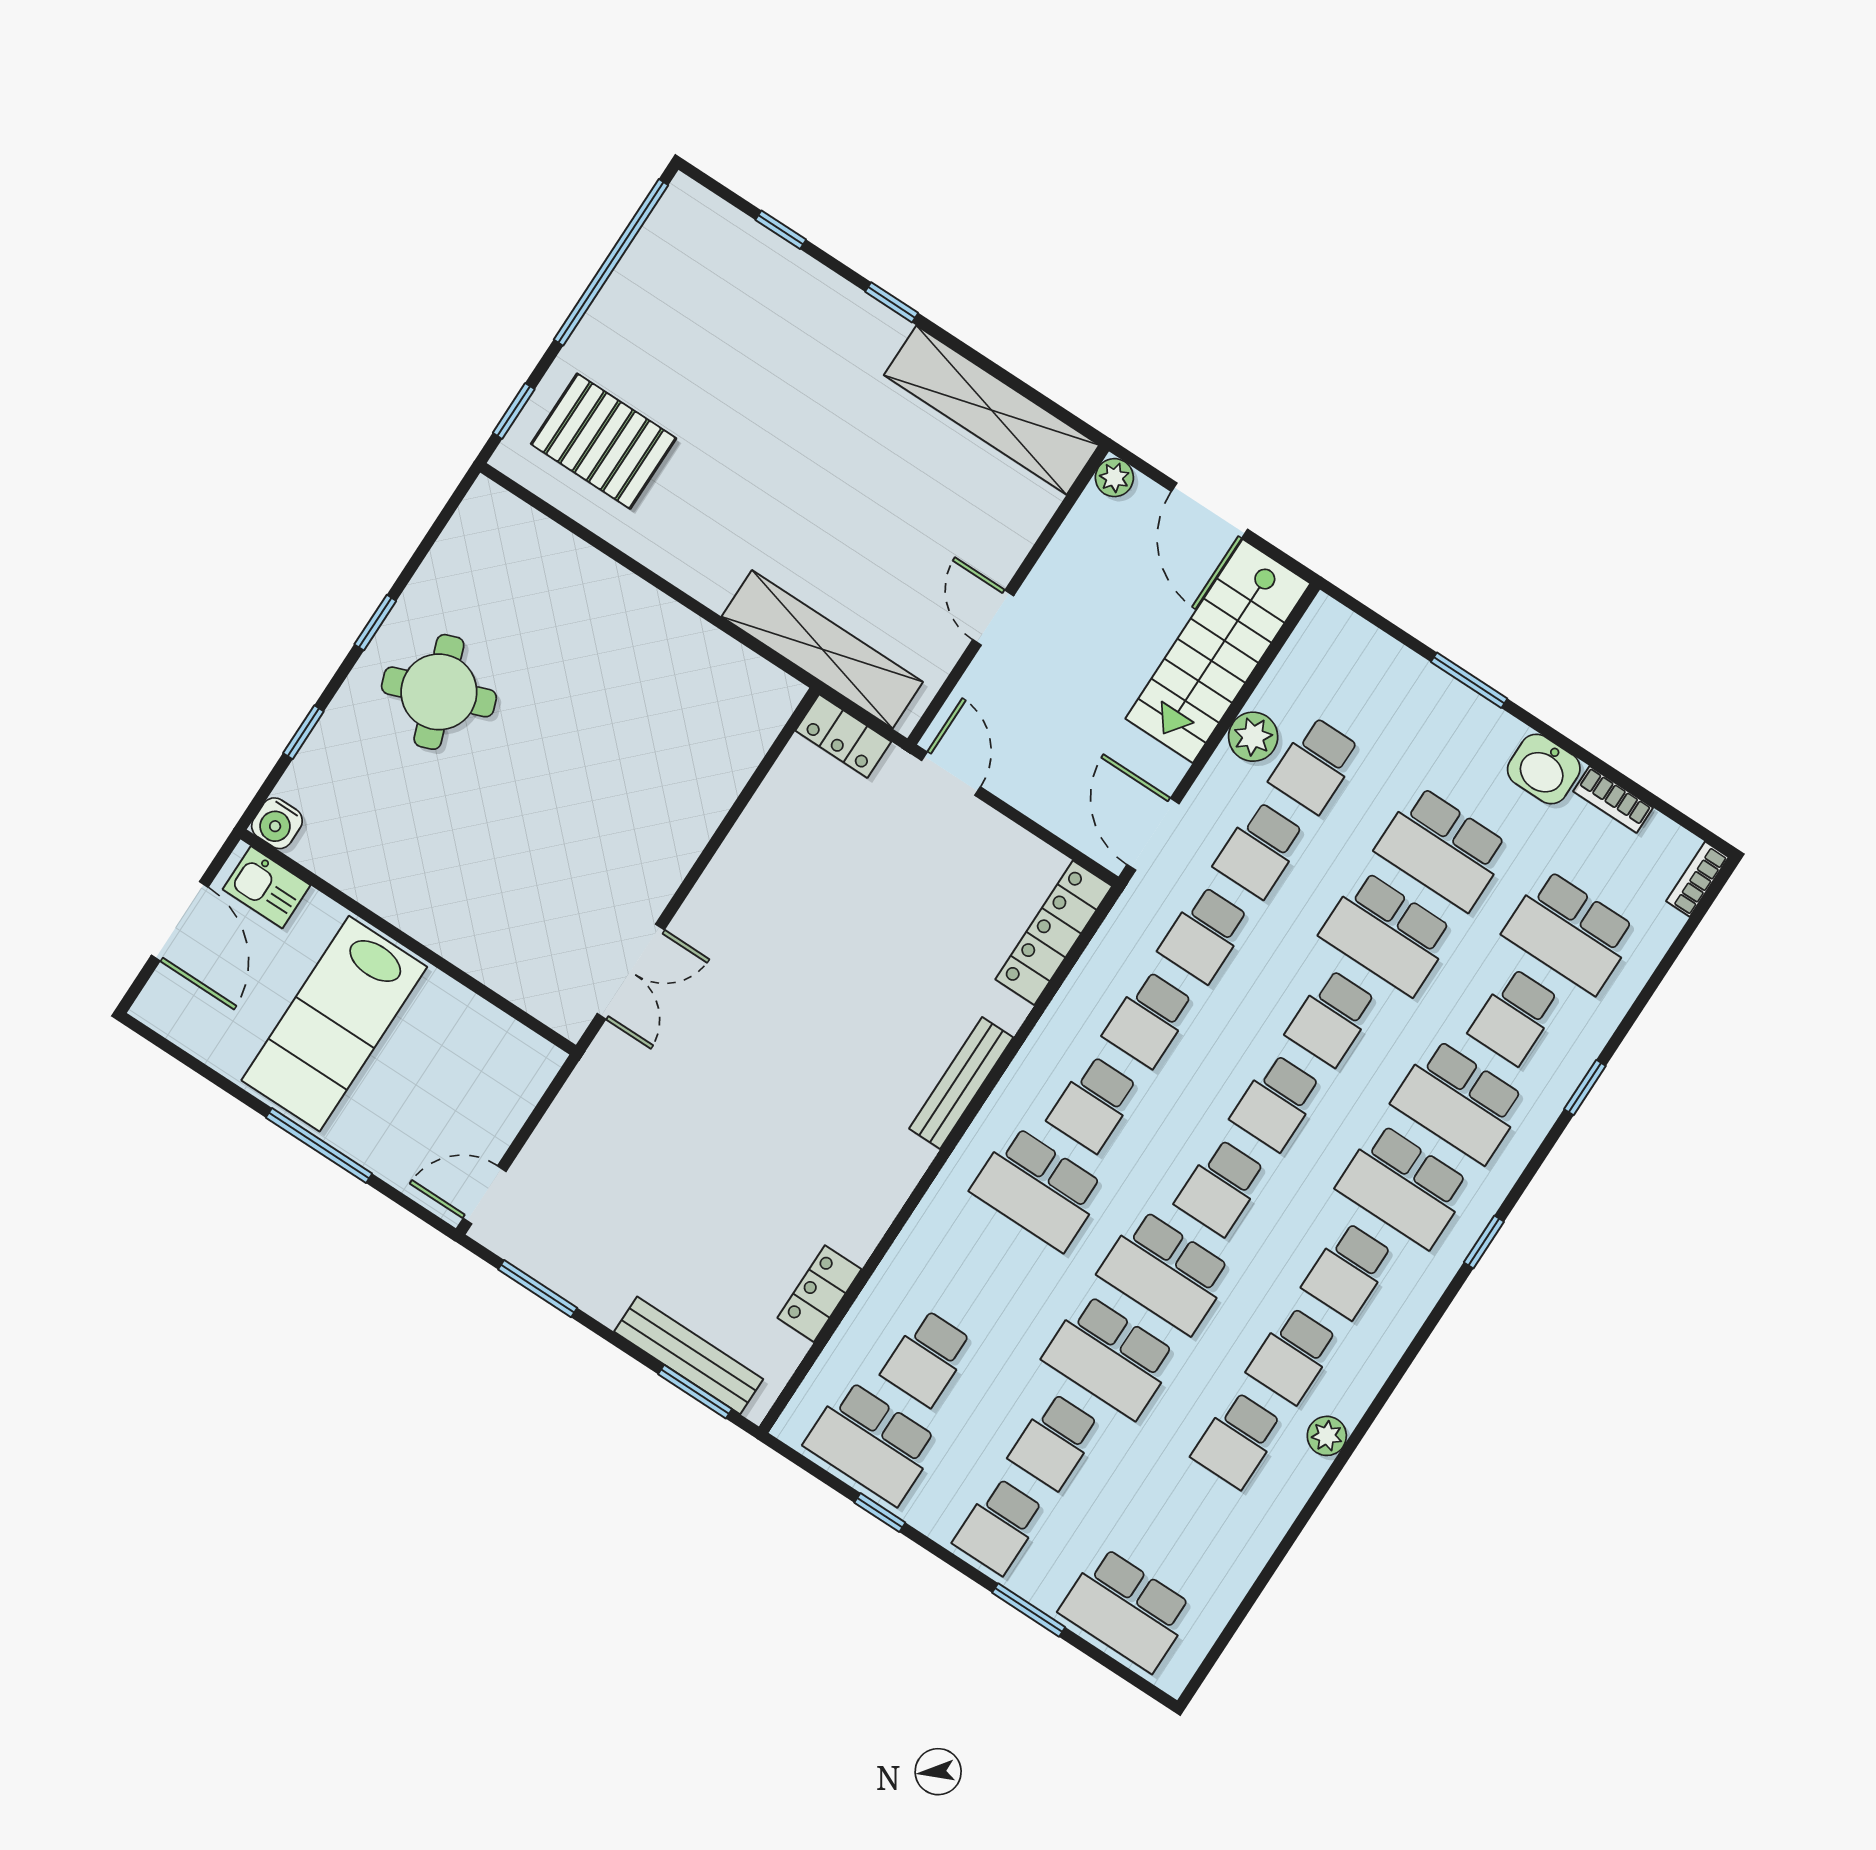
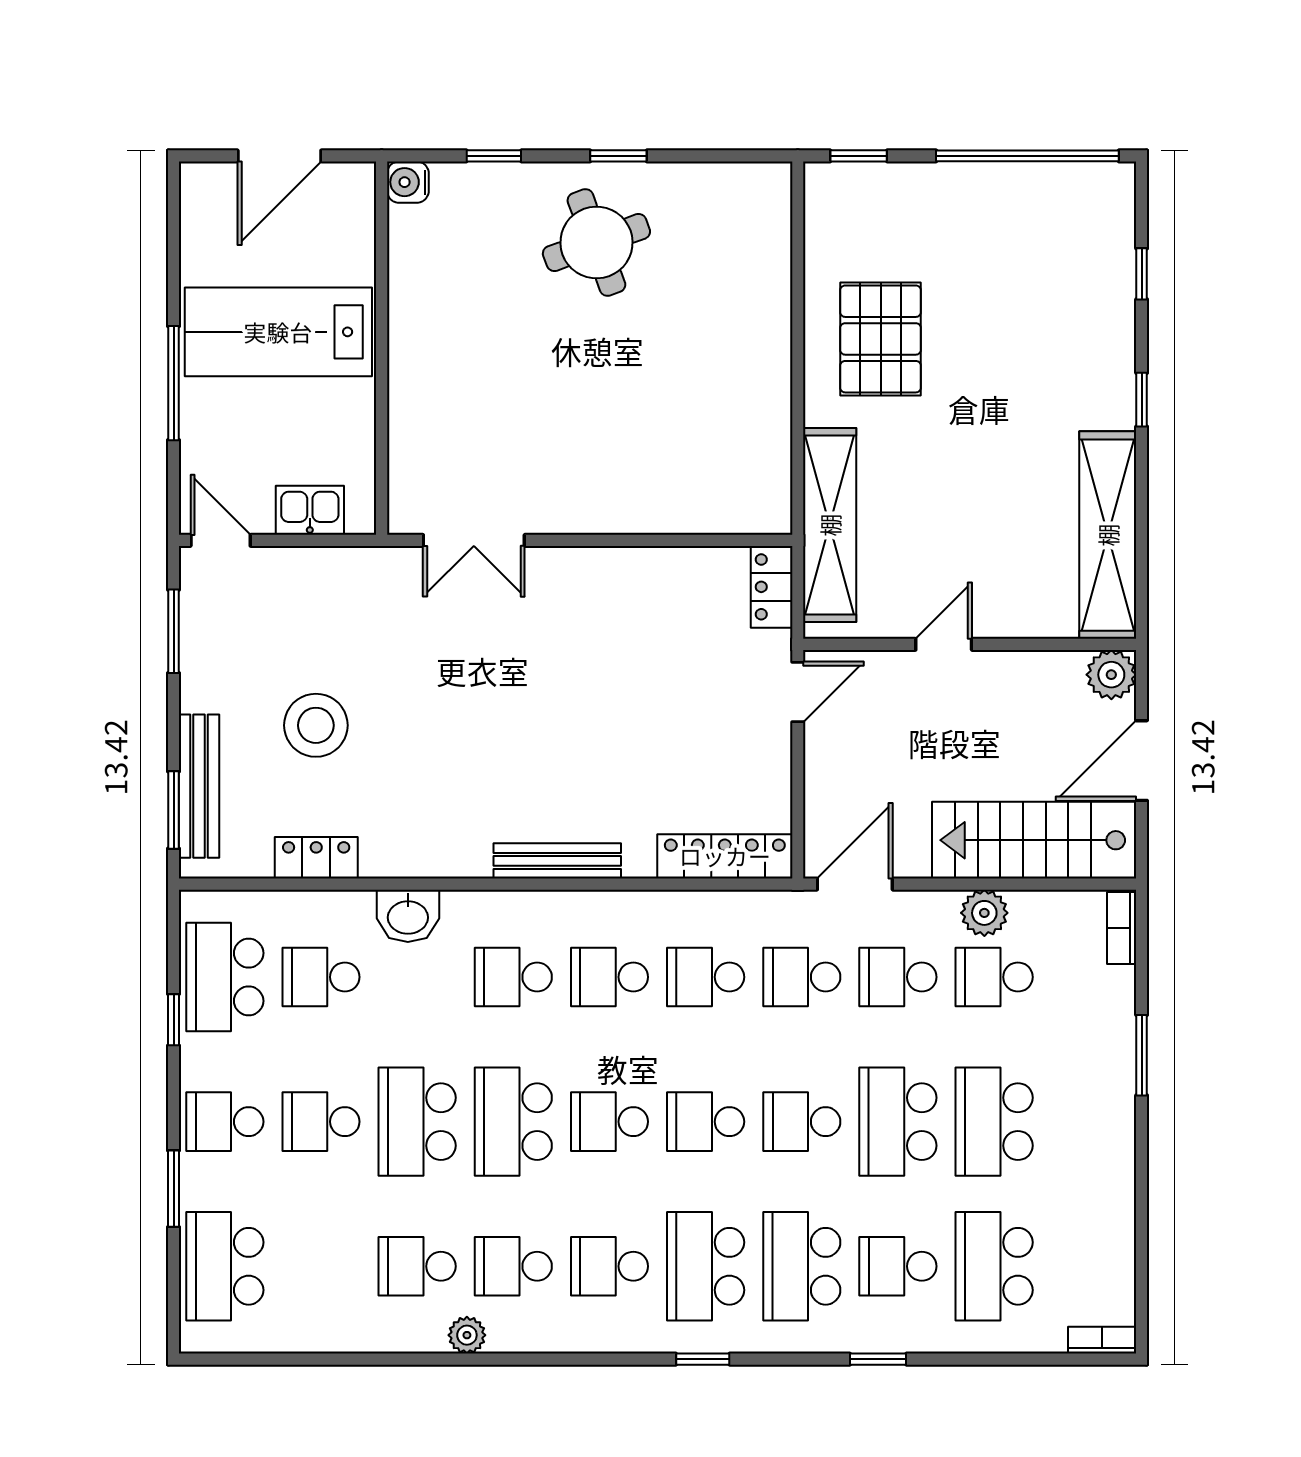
pallet: (604, 441) -> (881, 339), moved
plant: (1114, 478) -> (1111, 675), width x1.38, depth x1.38
washbasin: (1544, 769) -> (408, 916), moved, turned -90
bookcase: (1613, 799) -> (1122, 928), moved
kitchen sink: (267, 887) -> (310, 510), moved, turned 90
school desk: (1038, 1189) -> (513, 977), width x0.54
stool: (703, 1217) -> (316, 725), added

